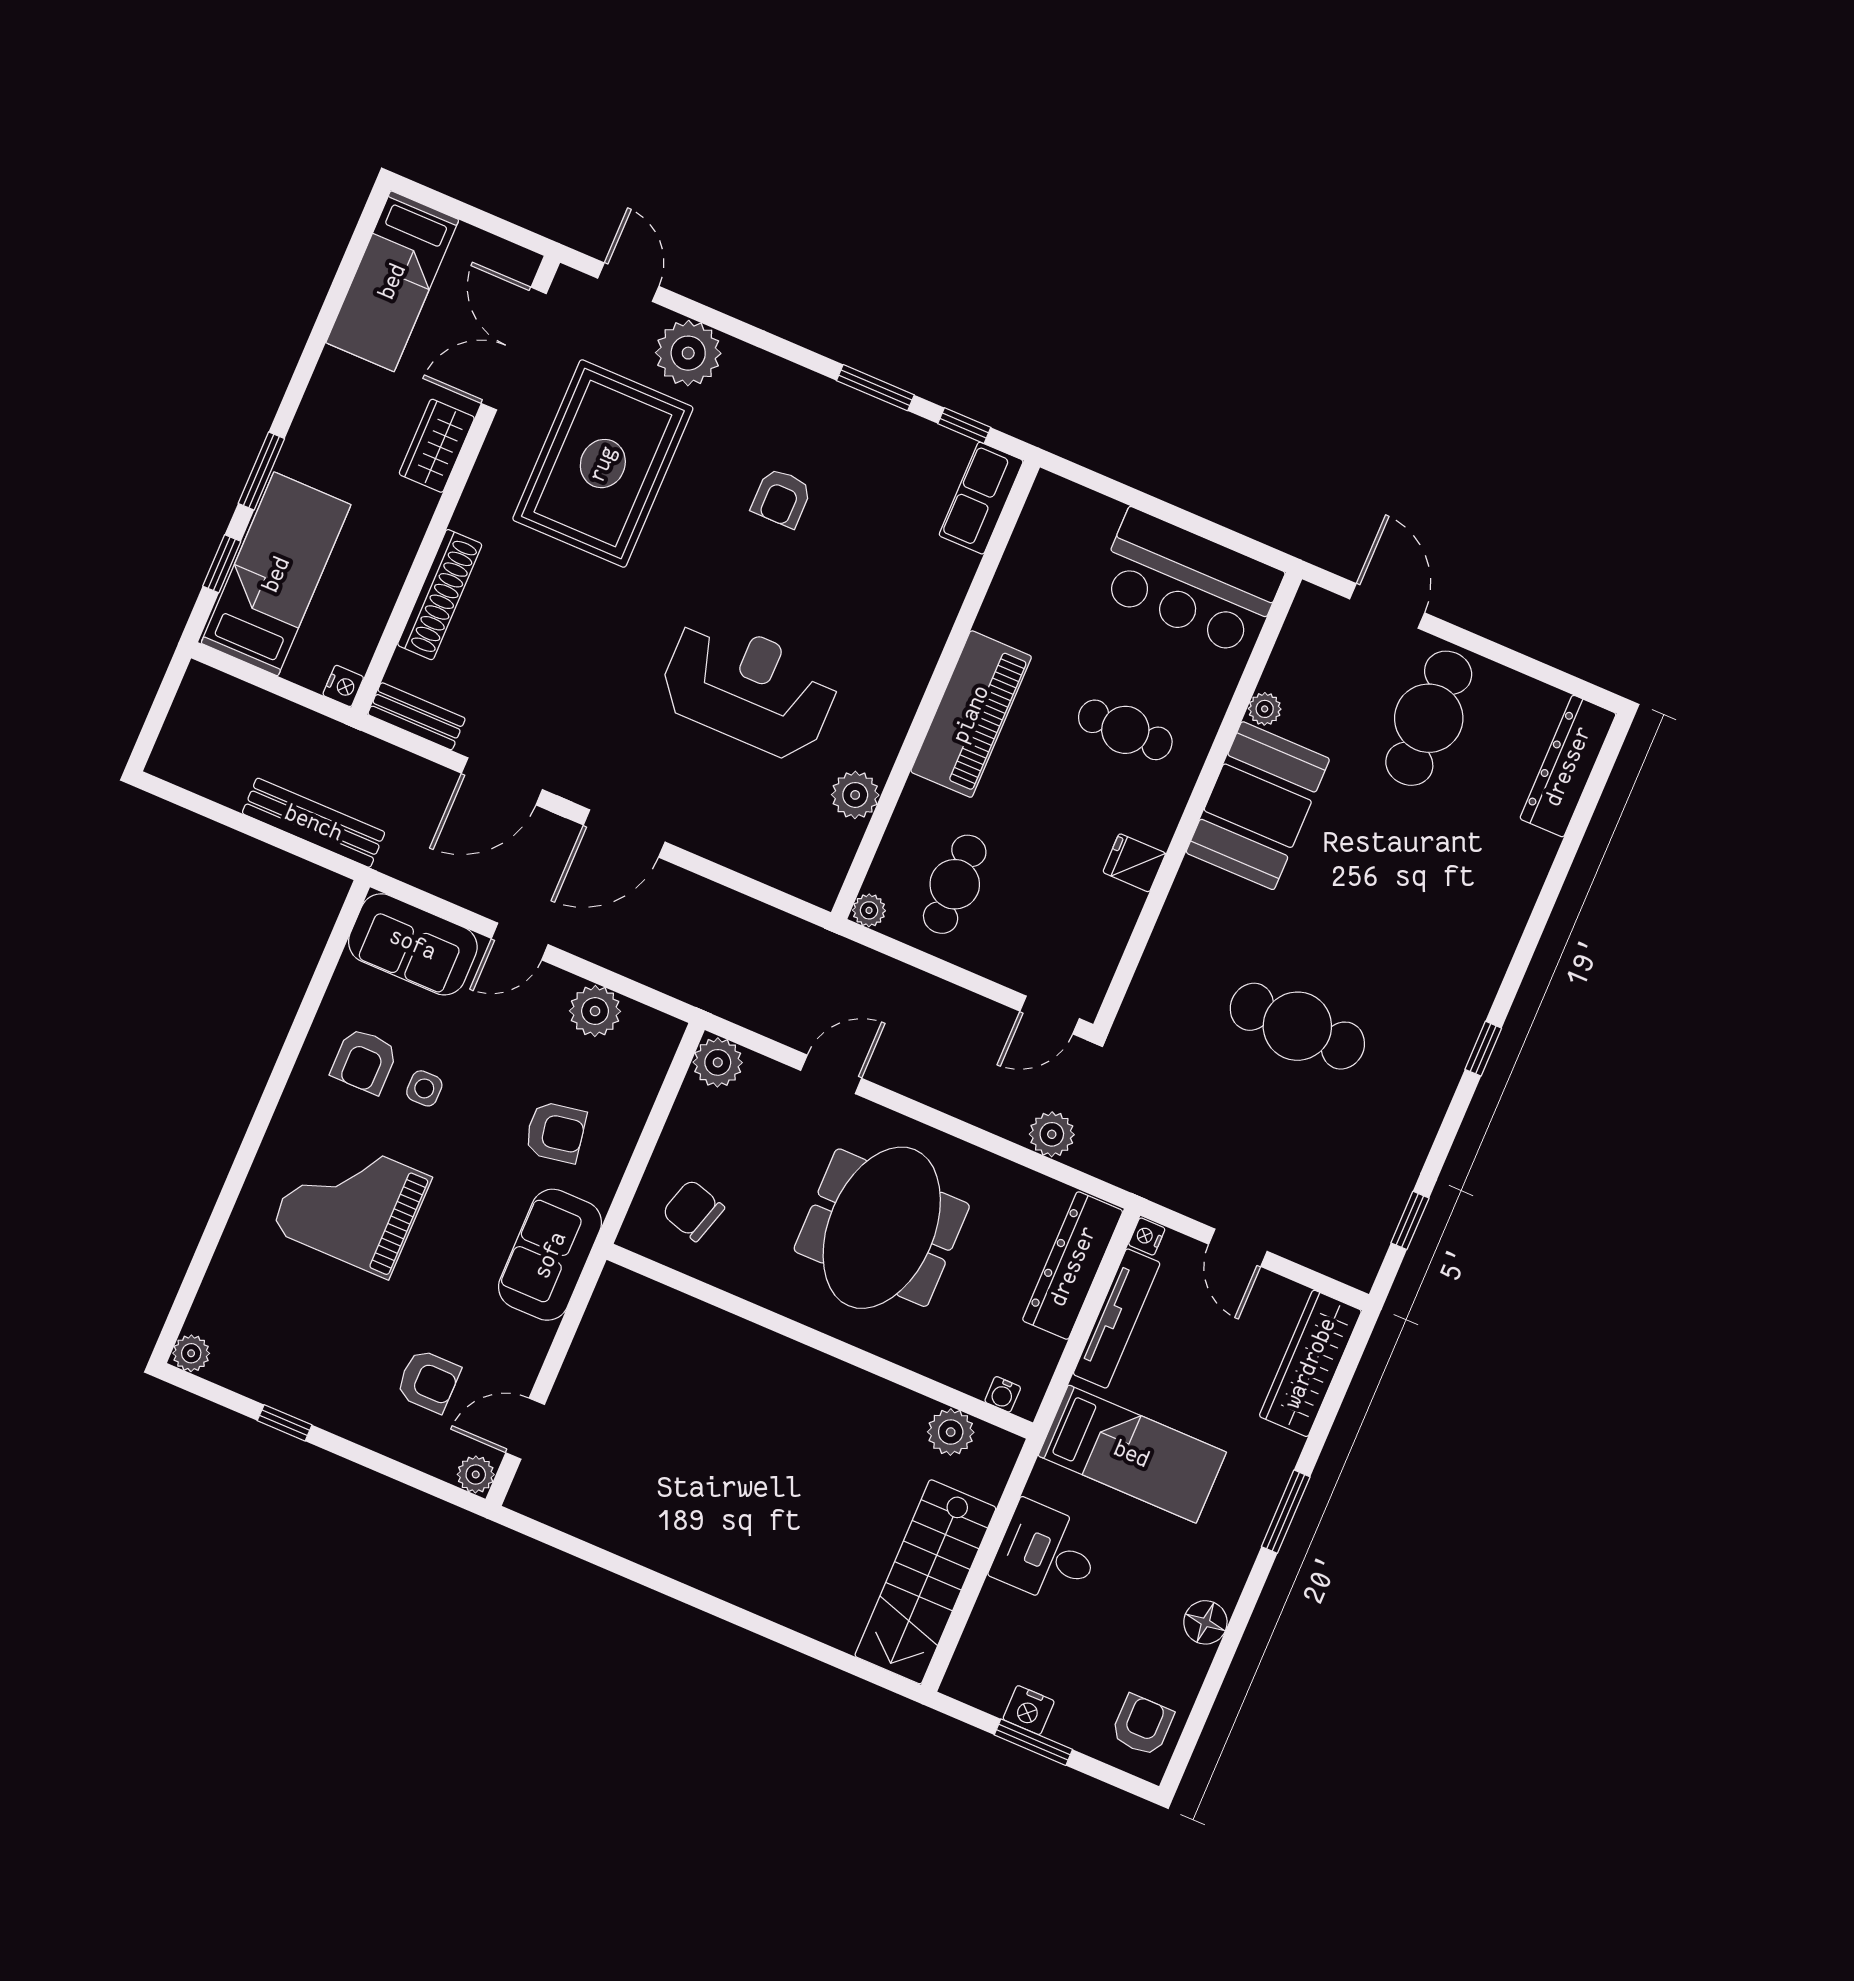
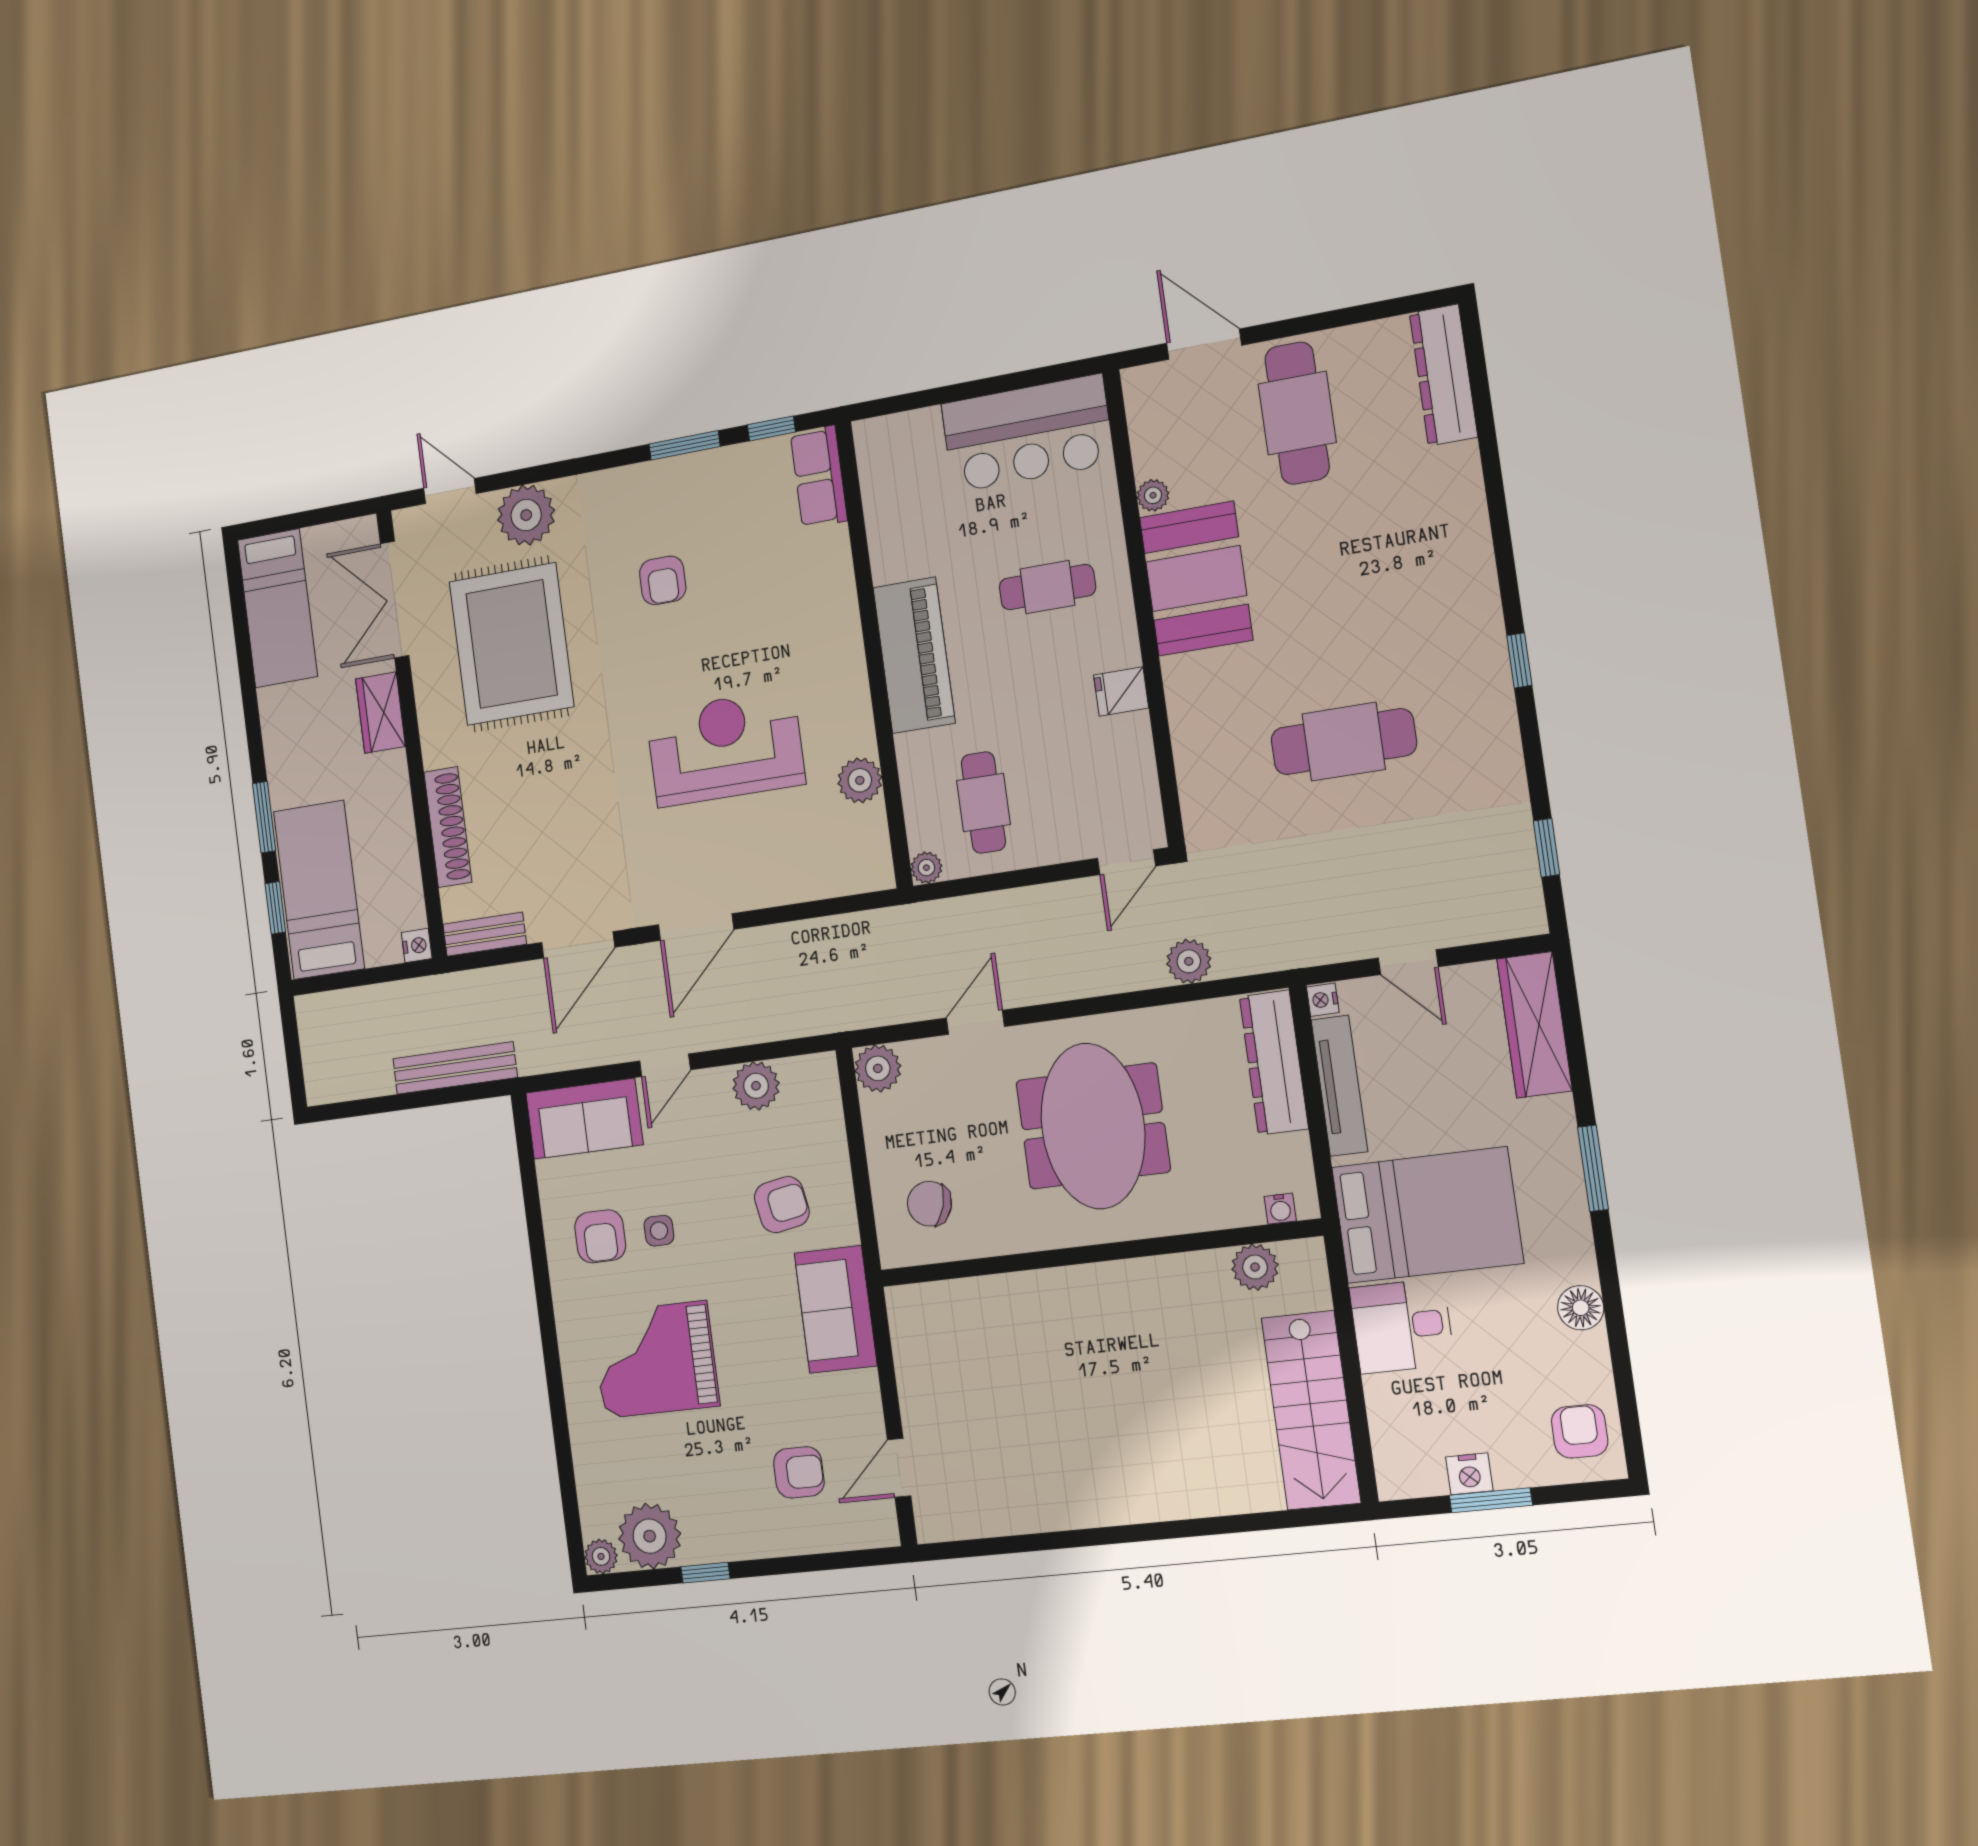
bed: (1132, 1454) -> (1427, 1215), width x1.50
plant: (476, 1474) -> (650, 1536), moved, width x1.88, depth x1.88

